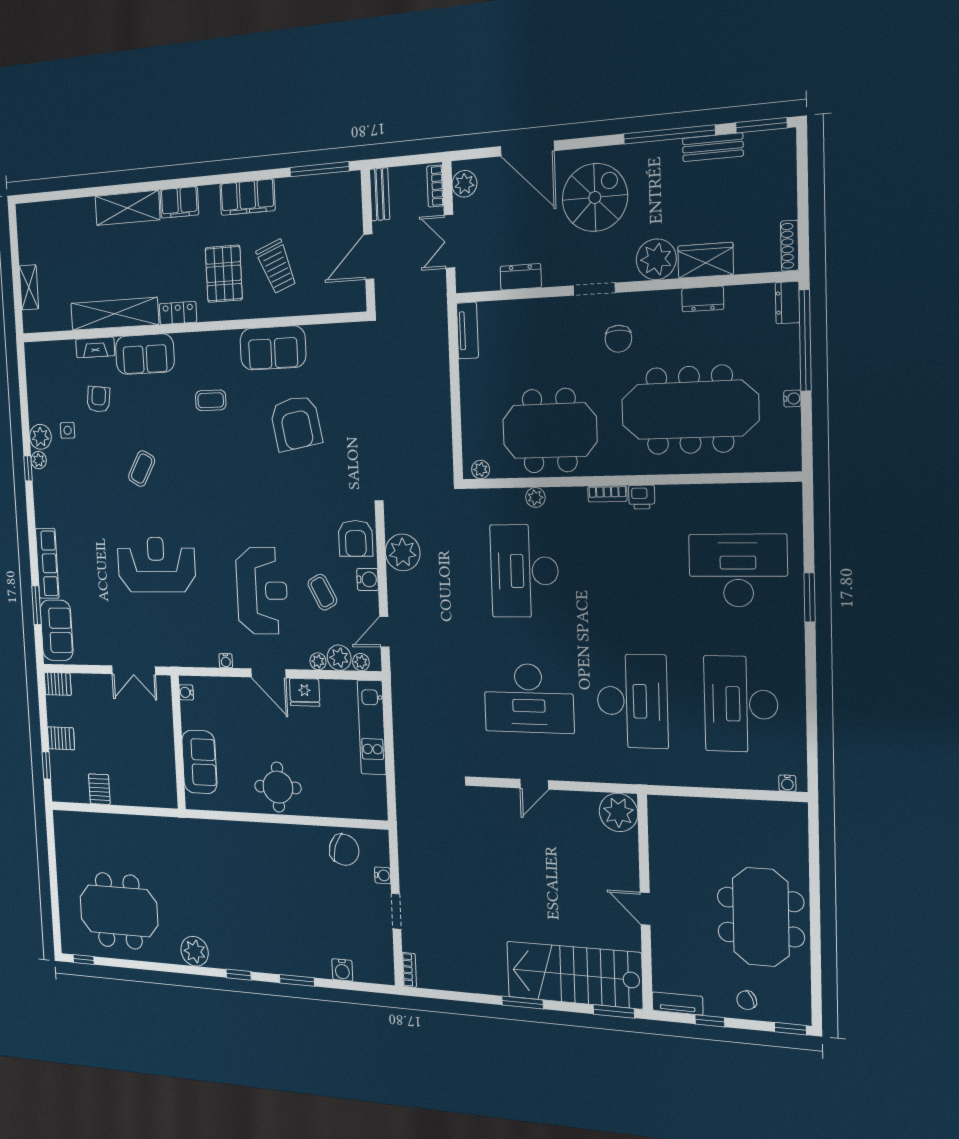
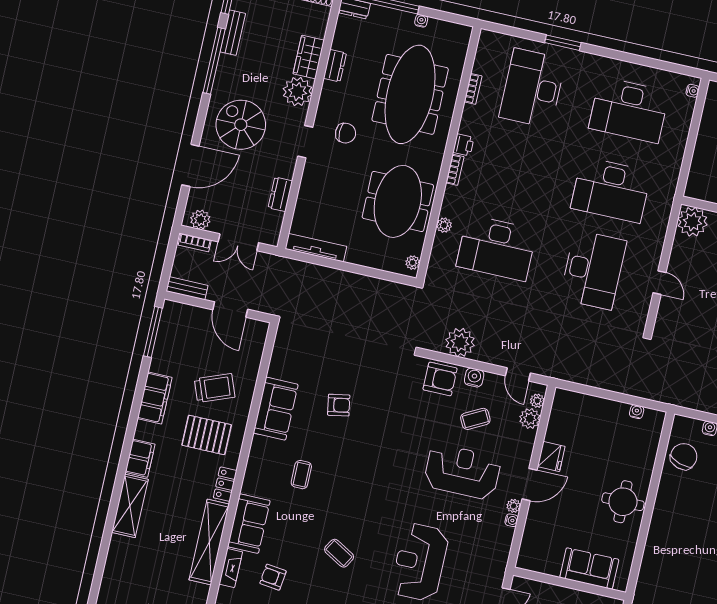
tv unit: (467, 331) -> (316, 248), width x1.41
armchair: (296, 423) -> (339, 405), width x0.53, depth x0.53
bookcase: (718, 492) -> (473, 89), added
plant: (318, 661) -> (514, 506), moved
water cooler: (186, 692) -> (637, 412), moved, turned 180
desk: (632, 701) -> (611, 190), turned 180
kitchen unit: (372, 727) -> (590, 406), removed

